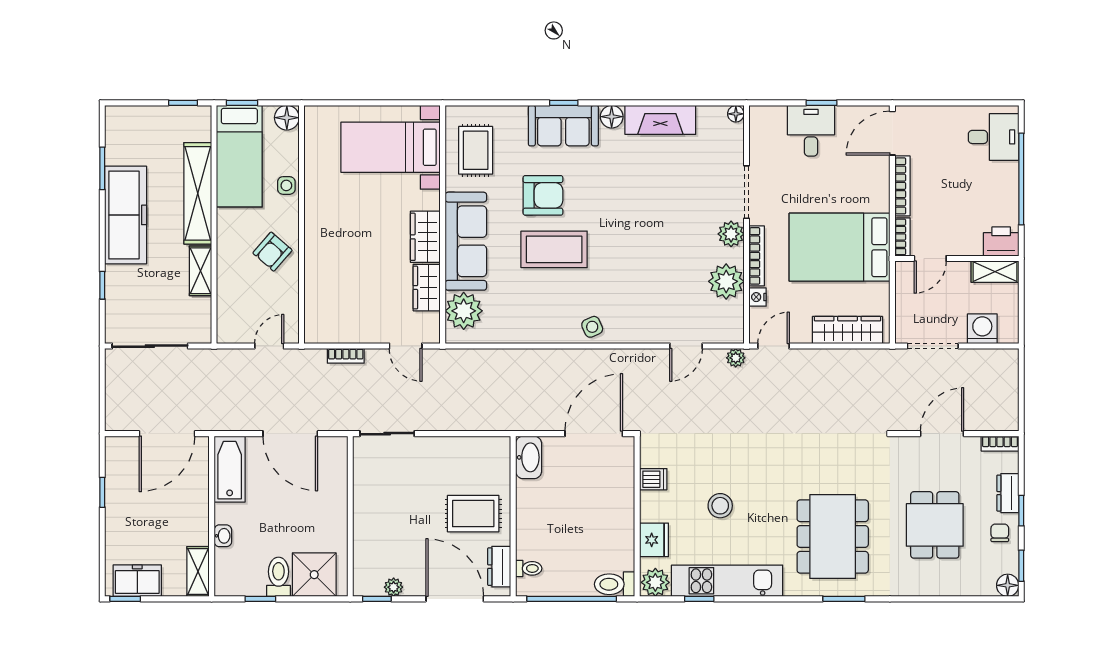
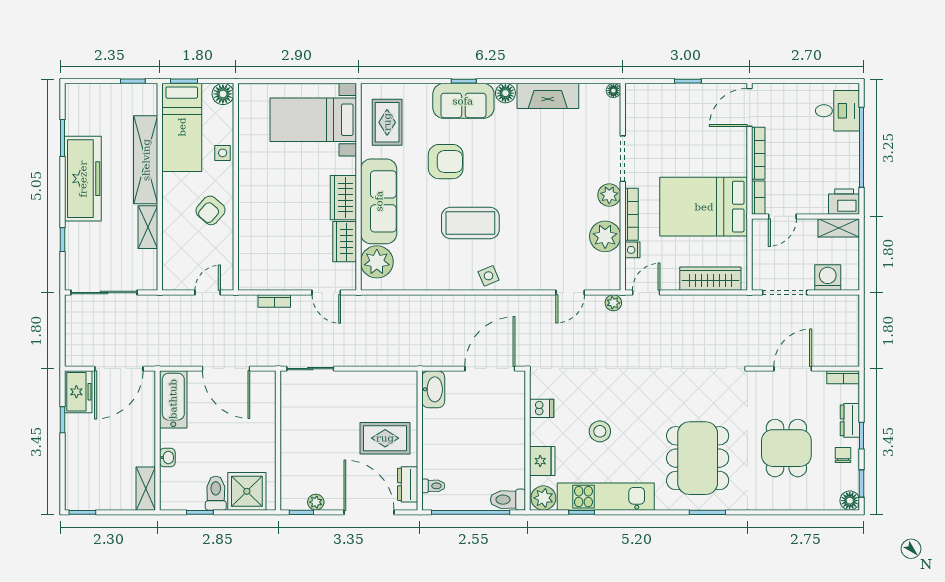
desk: (811, 131) -> (679, 105), removed
coffee table: (554, 249) -> (470, 223), moved
freezer: (137, 581) -> (78, 392), moved, turned 90

